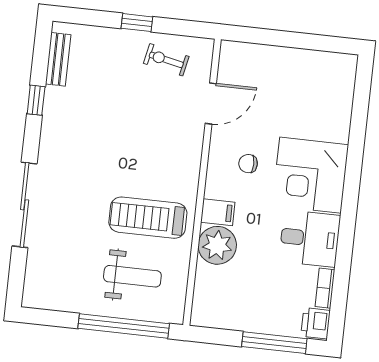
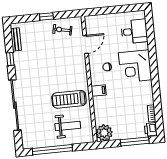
sliding door: (25, 205) -> (15, 105), width x1.36
desk: (310, 238) -> (134, 31), moved
plant: (217, 245) -> (104, 133), moved
window: (124, 326) -> (52, 150), moved

